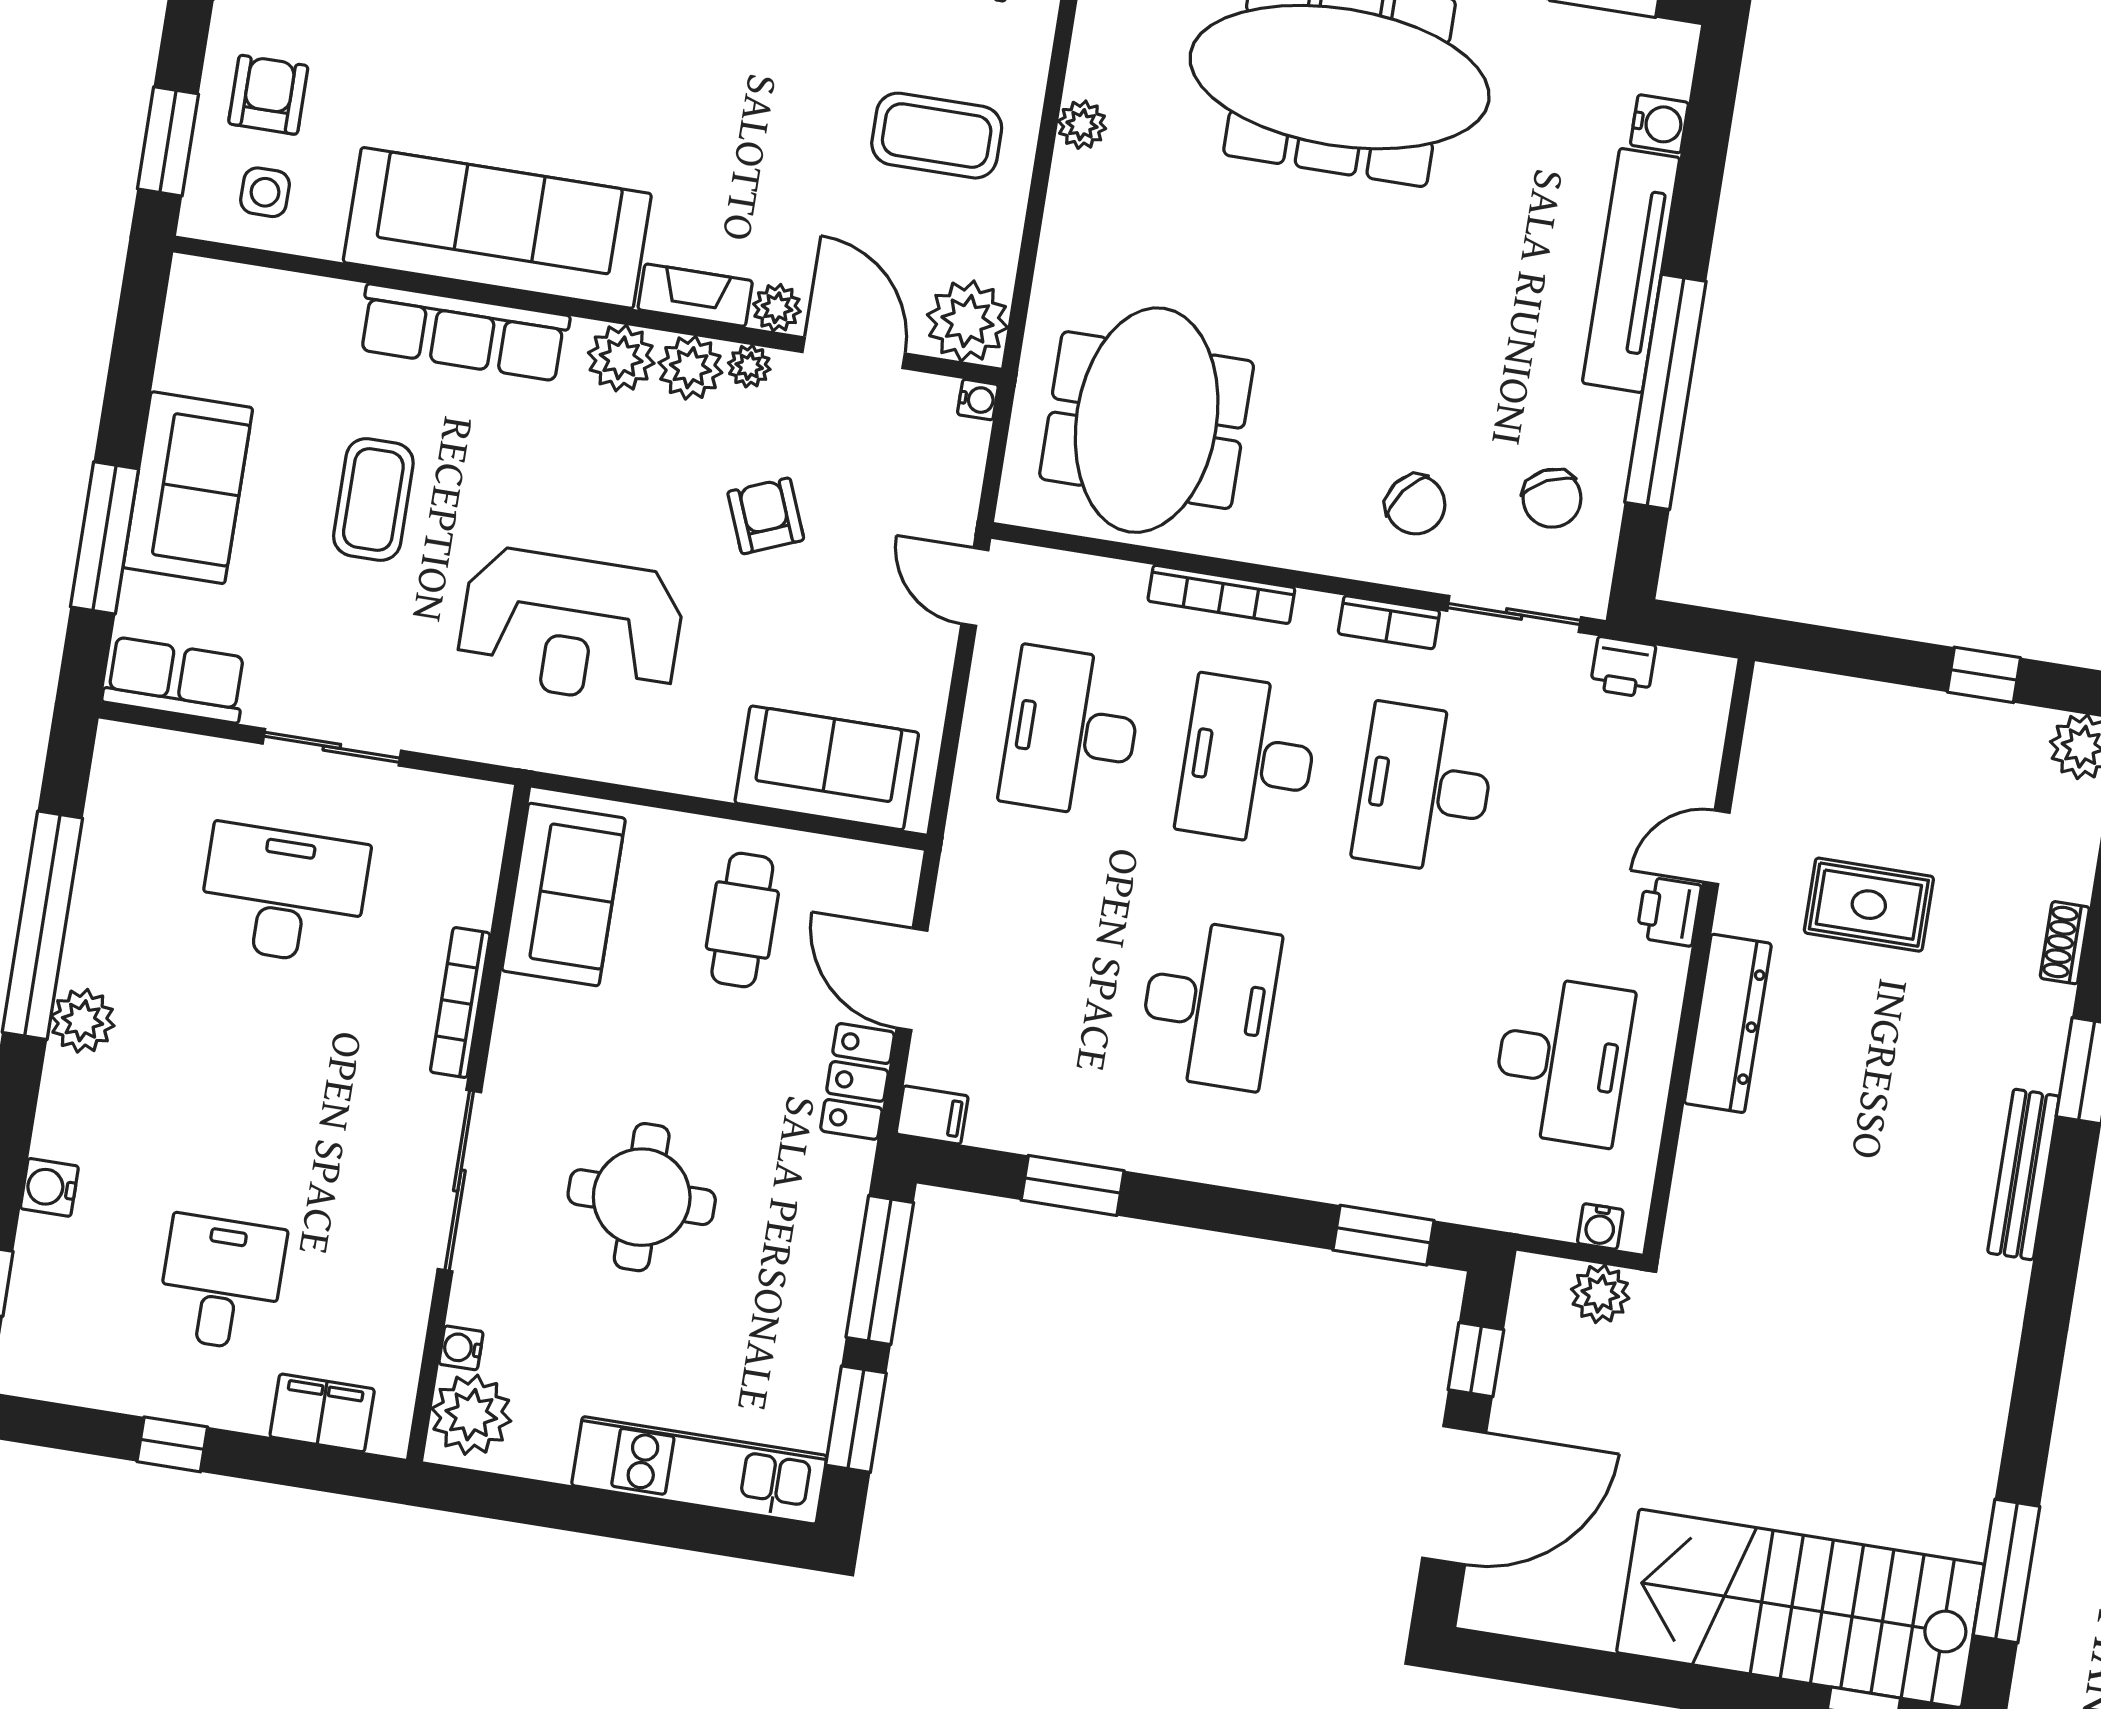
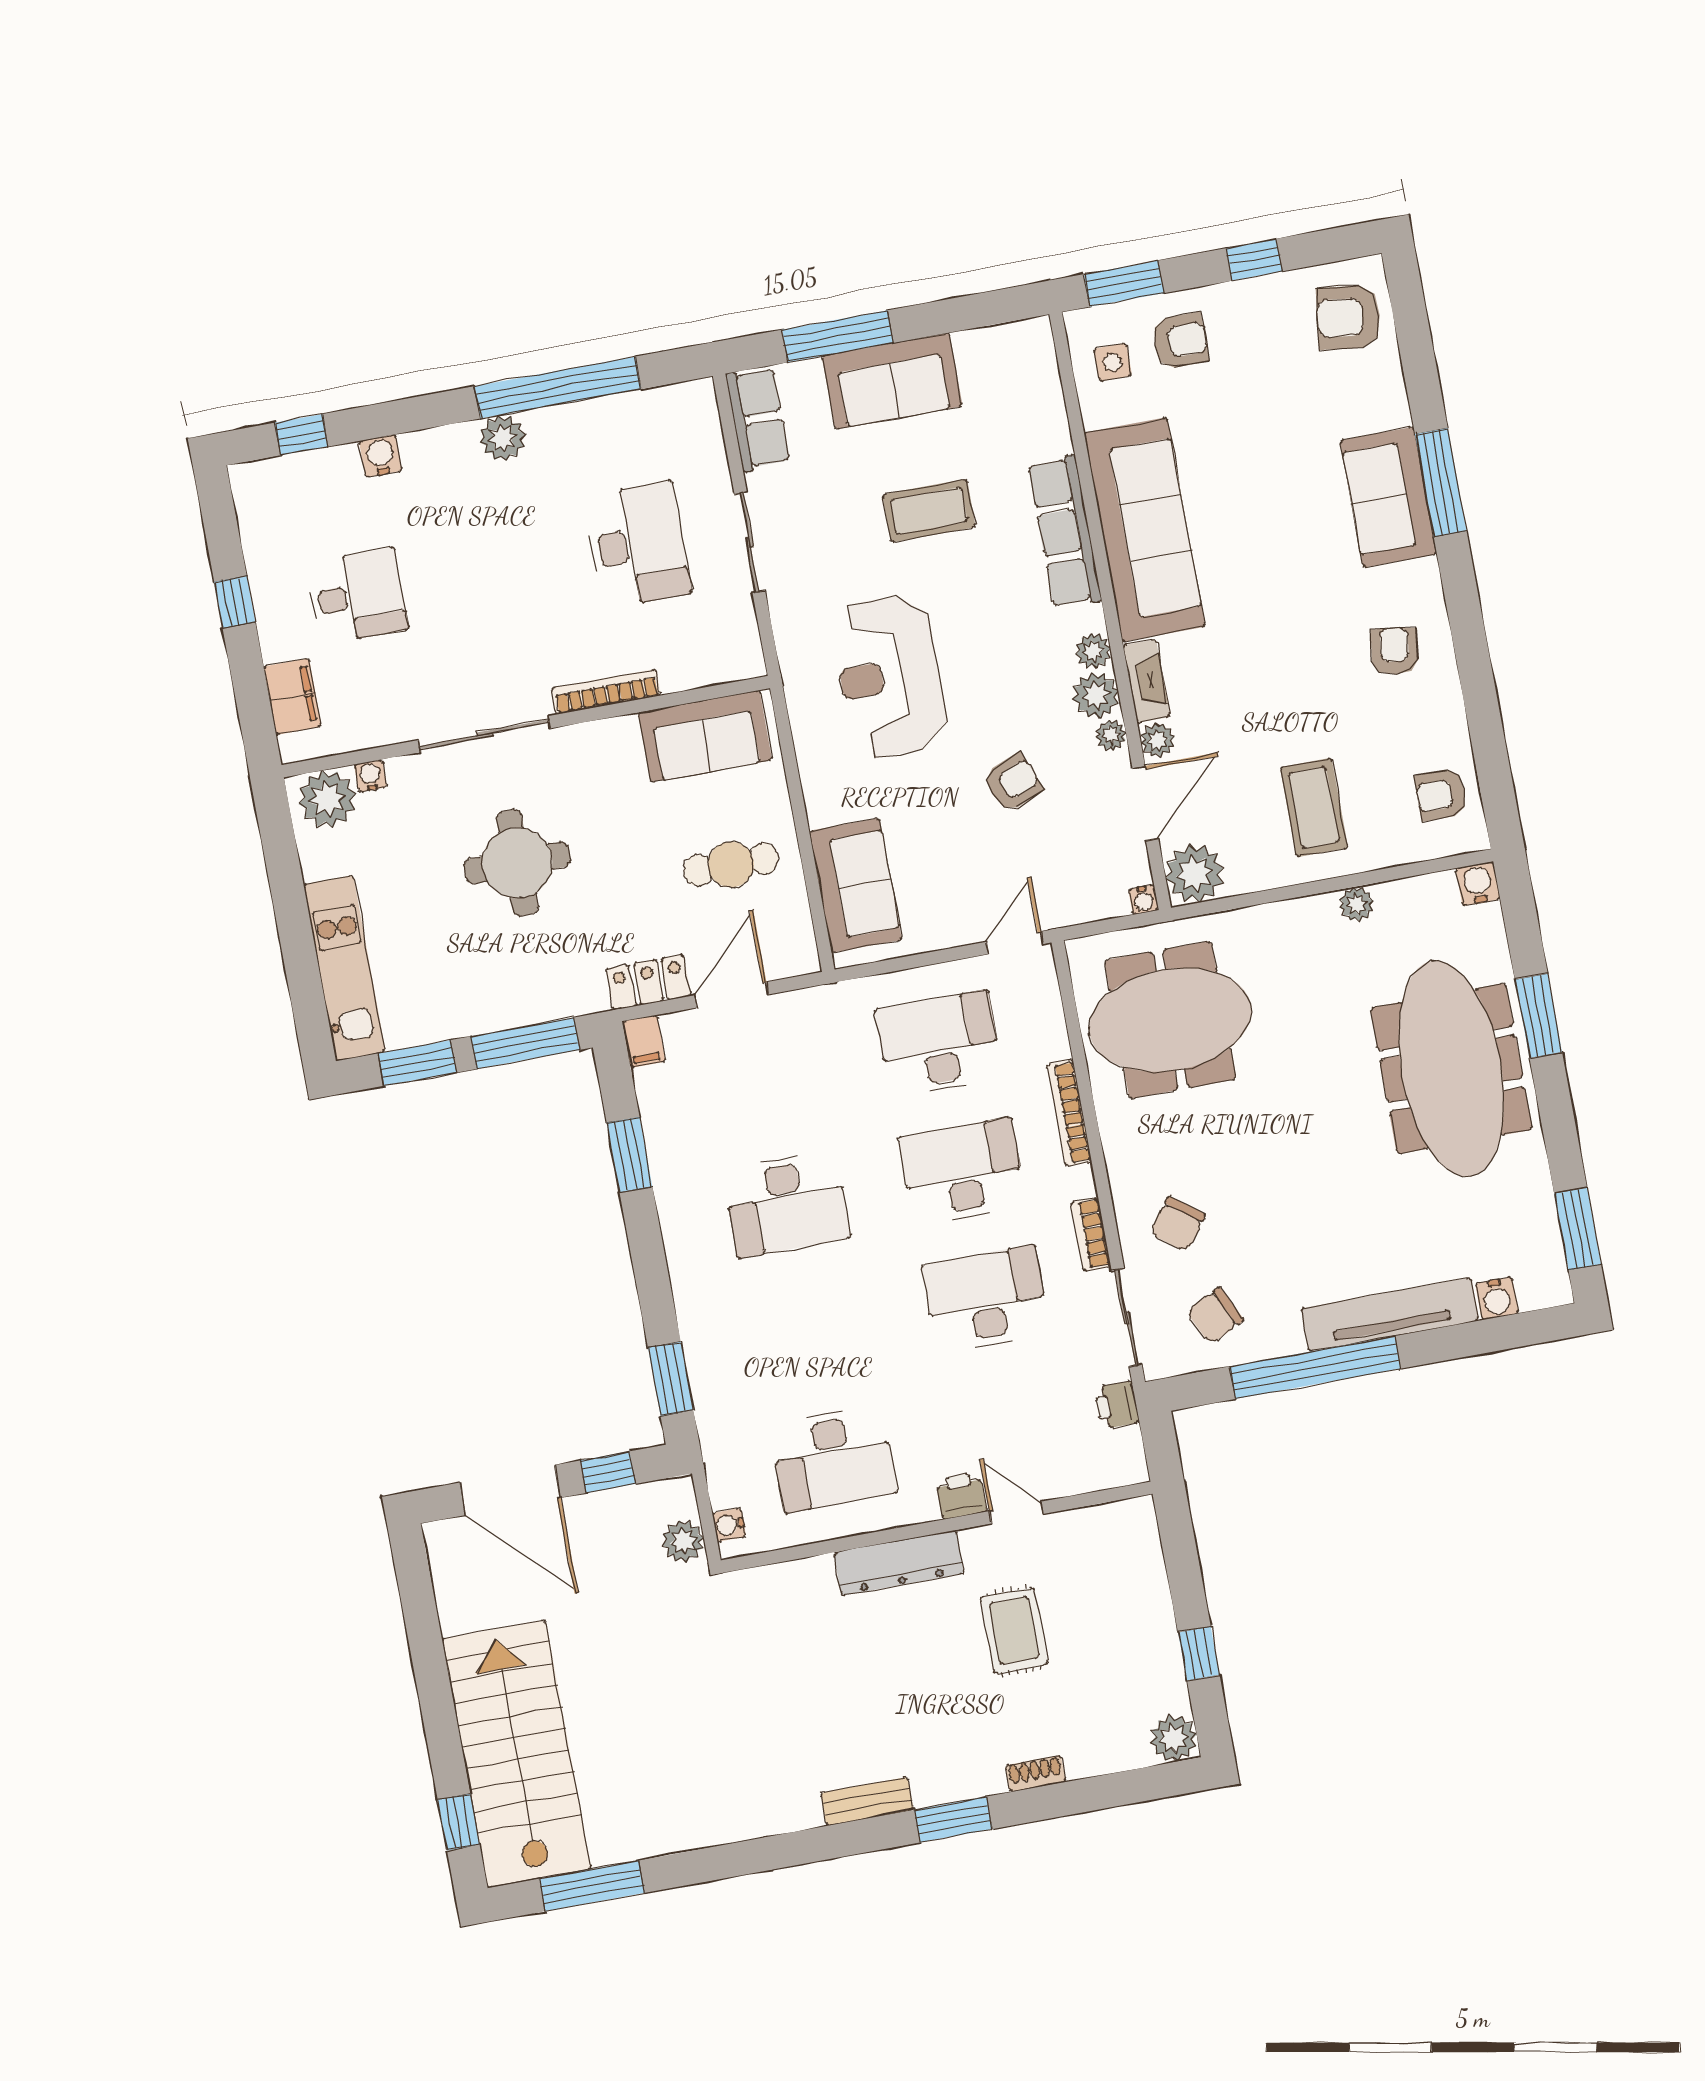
plant: (621, 358) -> (1093, 651), width x0.73, depth x0.73
bench: (2023, 1174) -> (867, 1801), width x0.73

